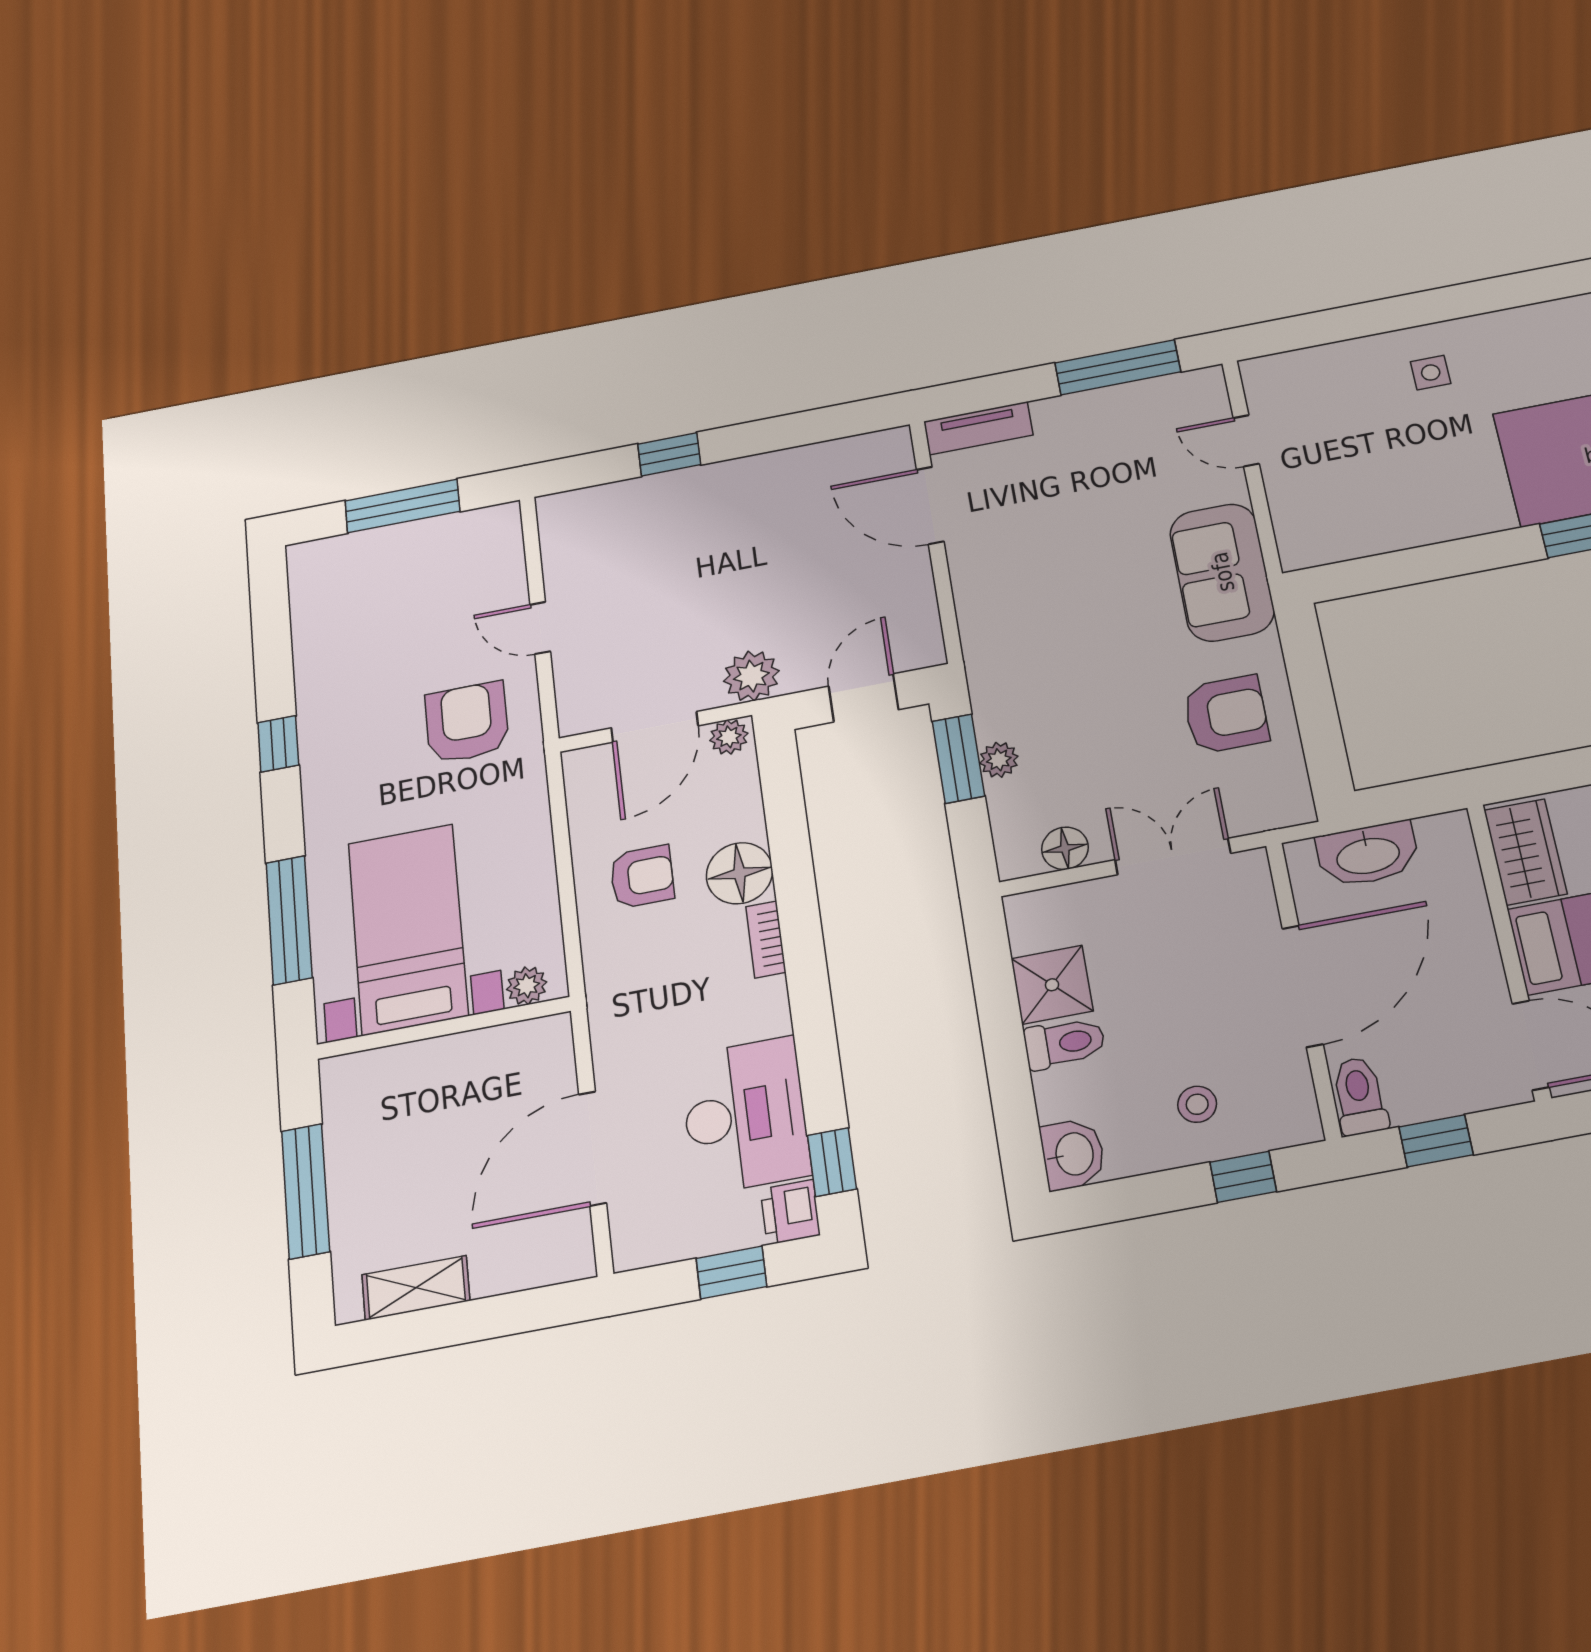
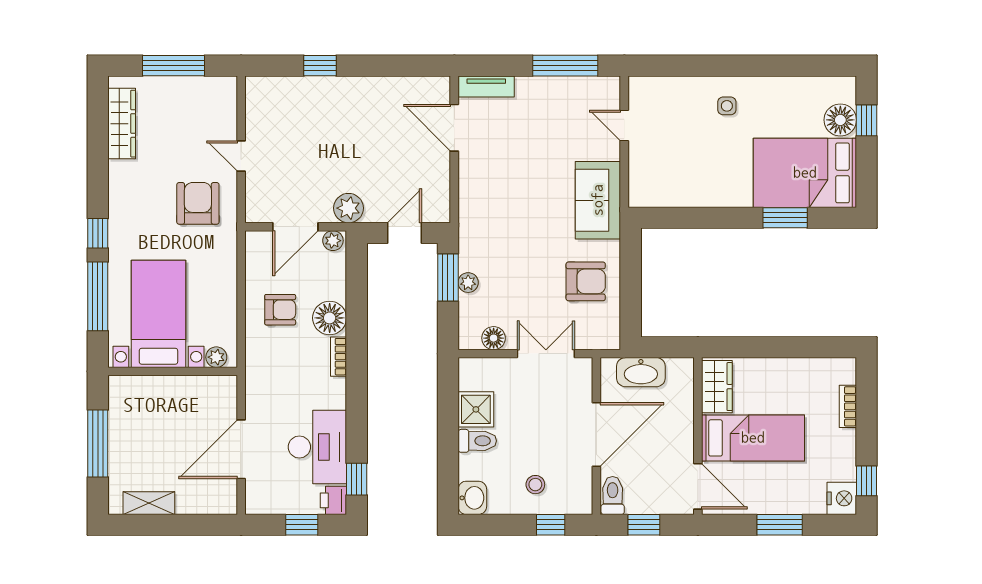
wardrobe: (315, 617) -> (122, 124), added
window: (278, 744) -> (98, 233), moved

